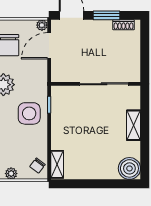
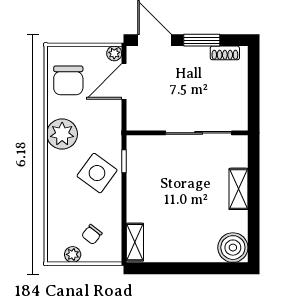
side table: (29, 113) -> (97, 173), turned 36
chair: (37, 166) -> (92, 234), moved

